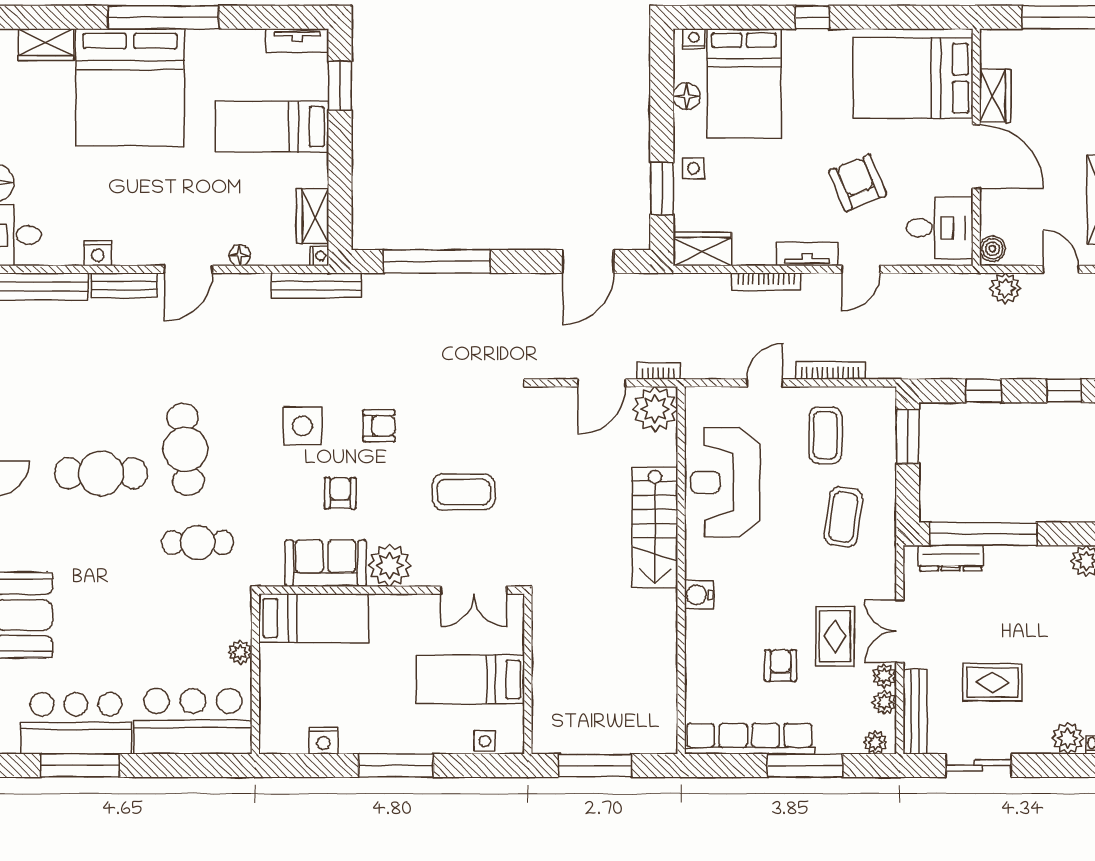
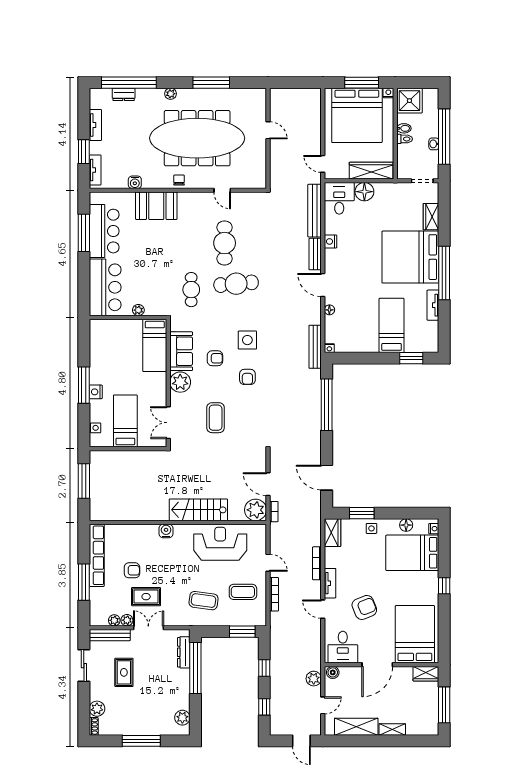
tv unit: (297, 41) -> (433, 305), moved
wardrobe: (995, 96) -> (426, 674), moved
wardrobe: (313, 216) -> (348, 345), removed
nightstand: (323, 741) -> (96, 392), moved
plant: (875, 742) -> (95, 616), removed

